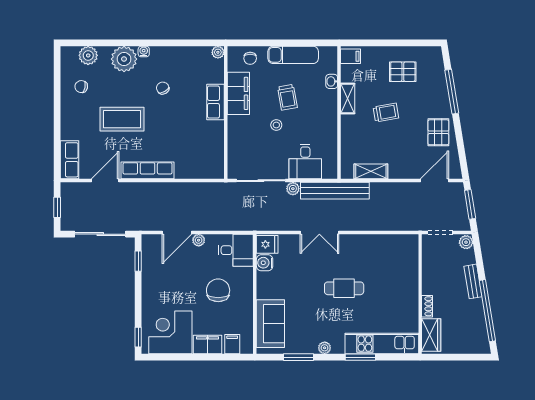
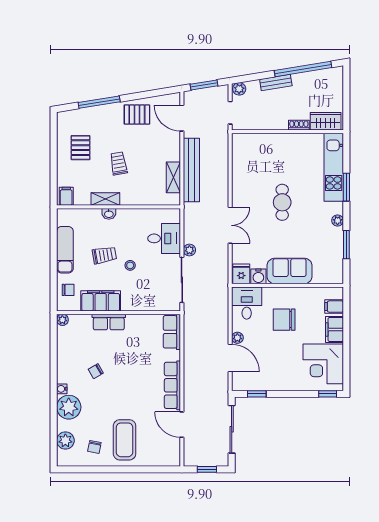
washbasin: (332, 81) -> (109, 214), moved
coffee table: (122, 119) -> (125, 440), moved
row of seats: (70, 160) -> (172, 332), moved, turned -90
bench: (335, 191) -> (191, 170), moved
sofa: (270, 324) -> (290, 271), moved

